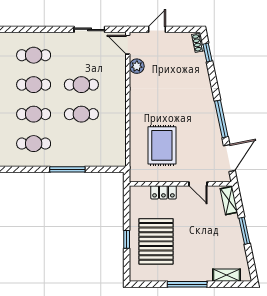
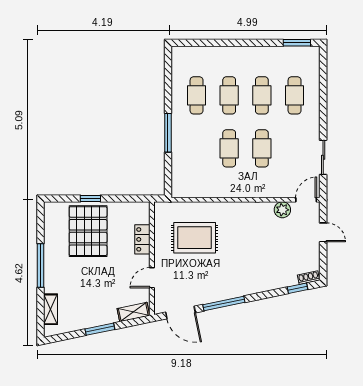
pallet: (156, 241) -> (88, 231), turned 90

